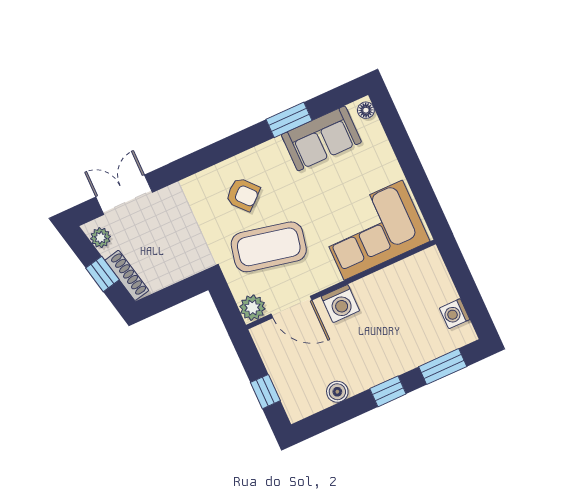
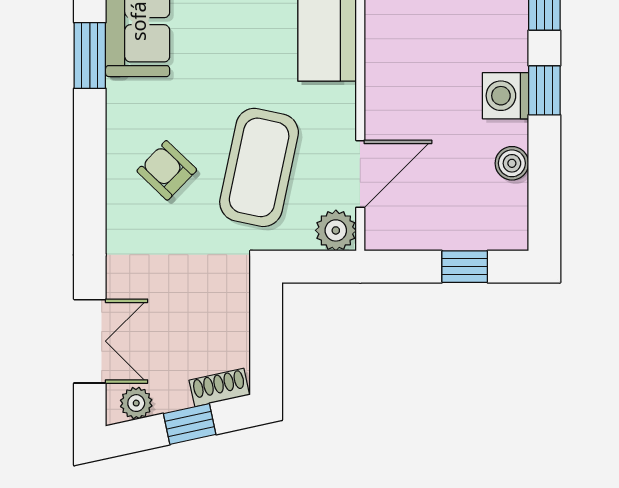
armchair: (243, 194) -> (167, 170), turned -94
double door: (124, 195) -> (90, 341), swing flipped
shoe rack: (127, 275) -> (219, 387), width x0.70
washing machine: (340, 304) -> (506, 96), moved, turned 180

